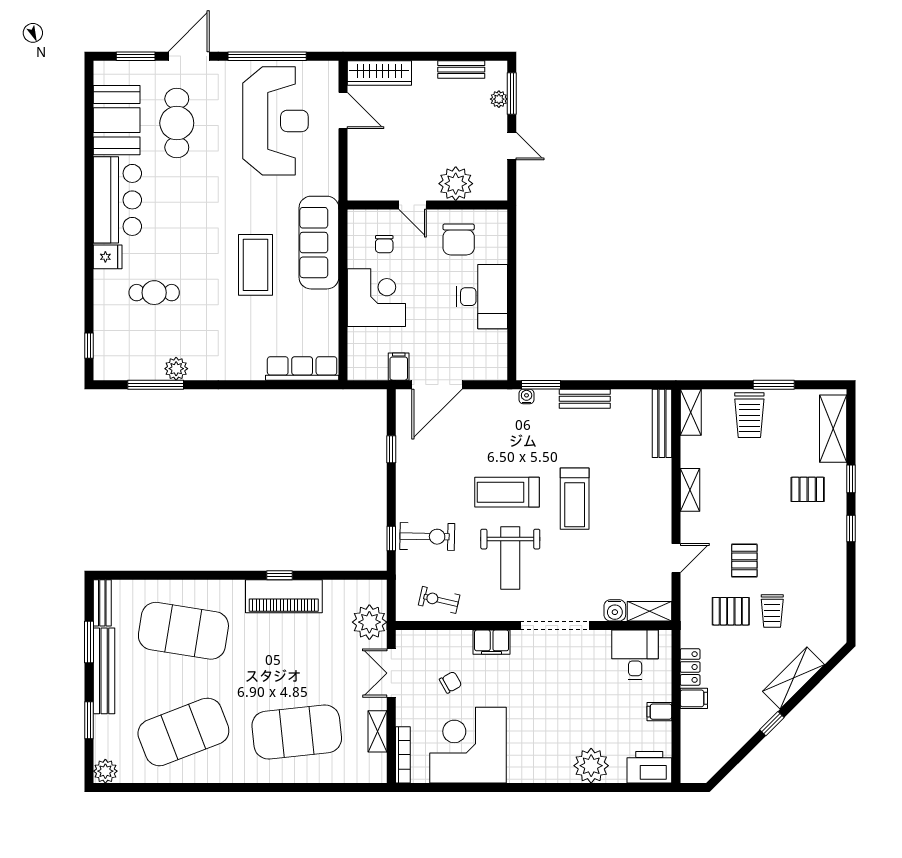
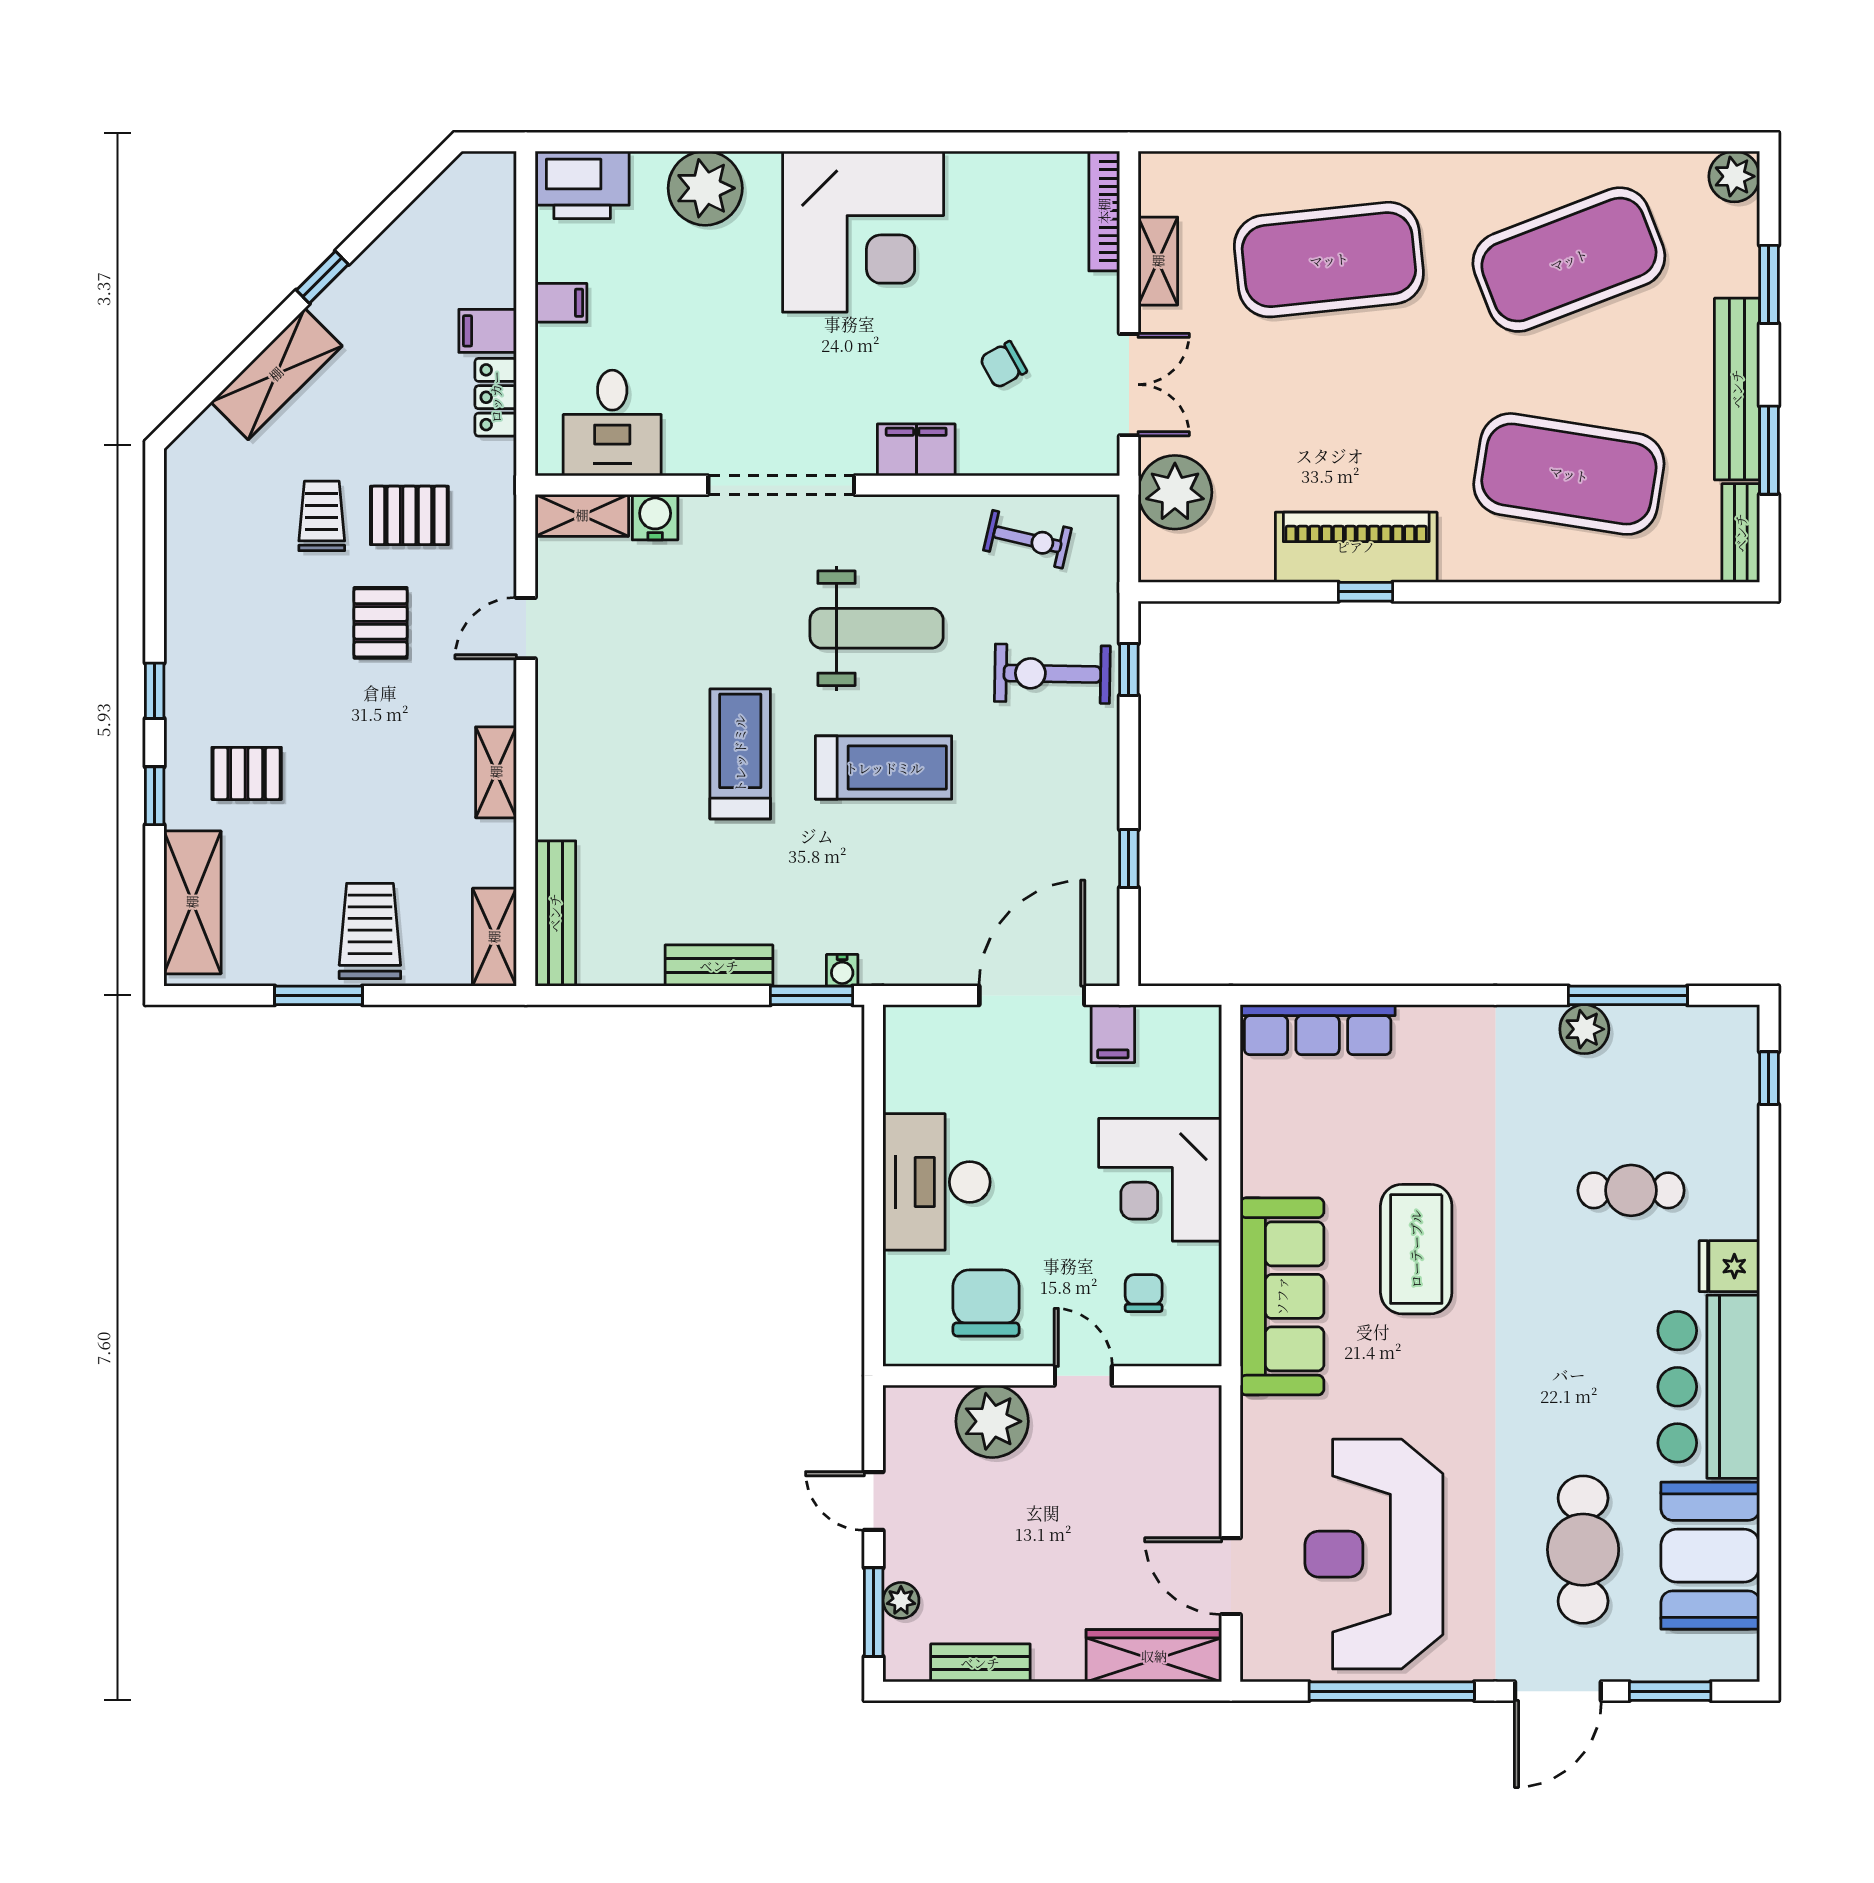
weight bench: (510, 558) -> (877, 628), turned 90
corner desk: (468, 745) -> (863, 232), moved

